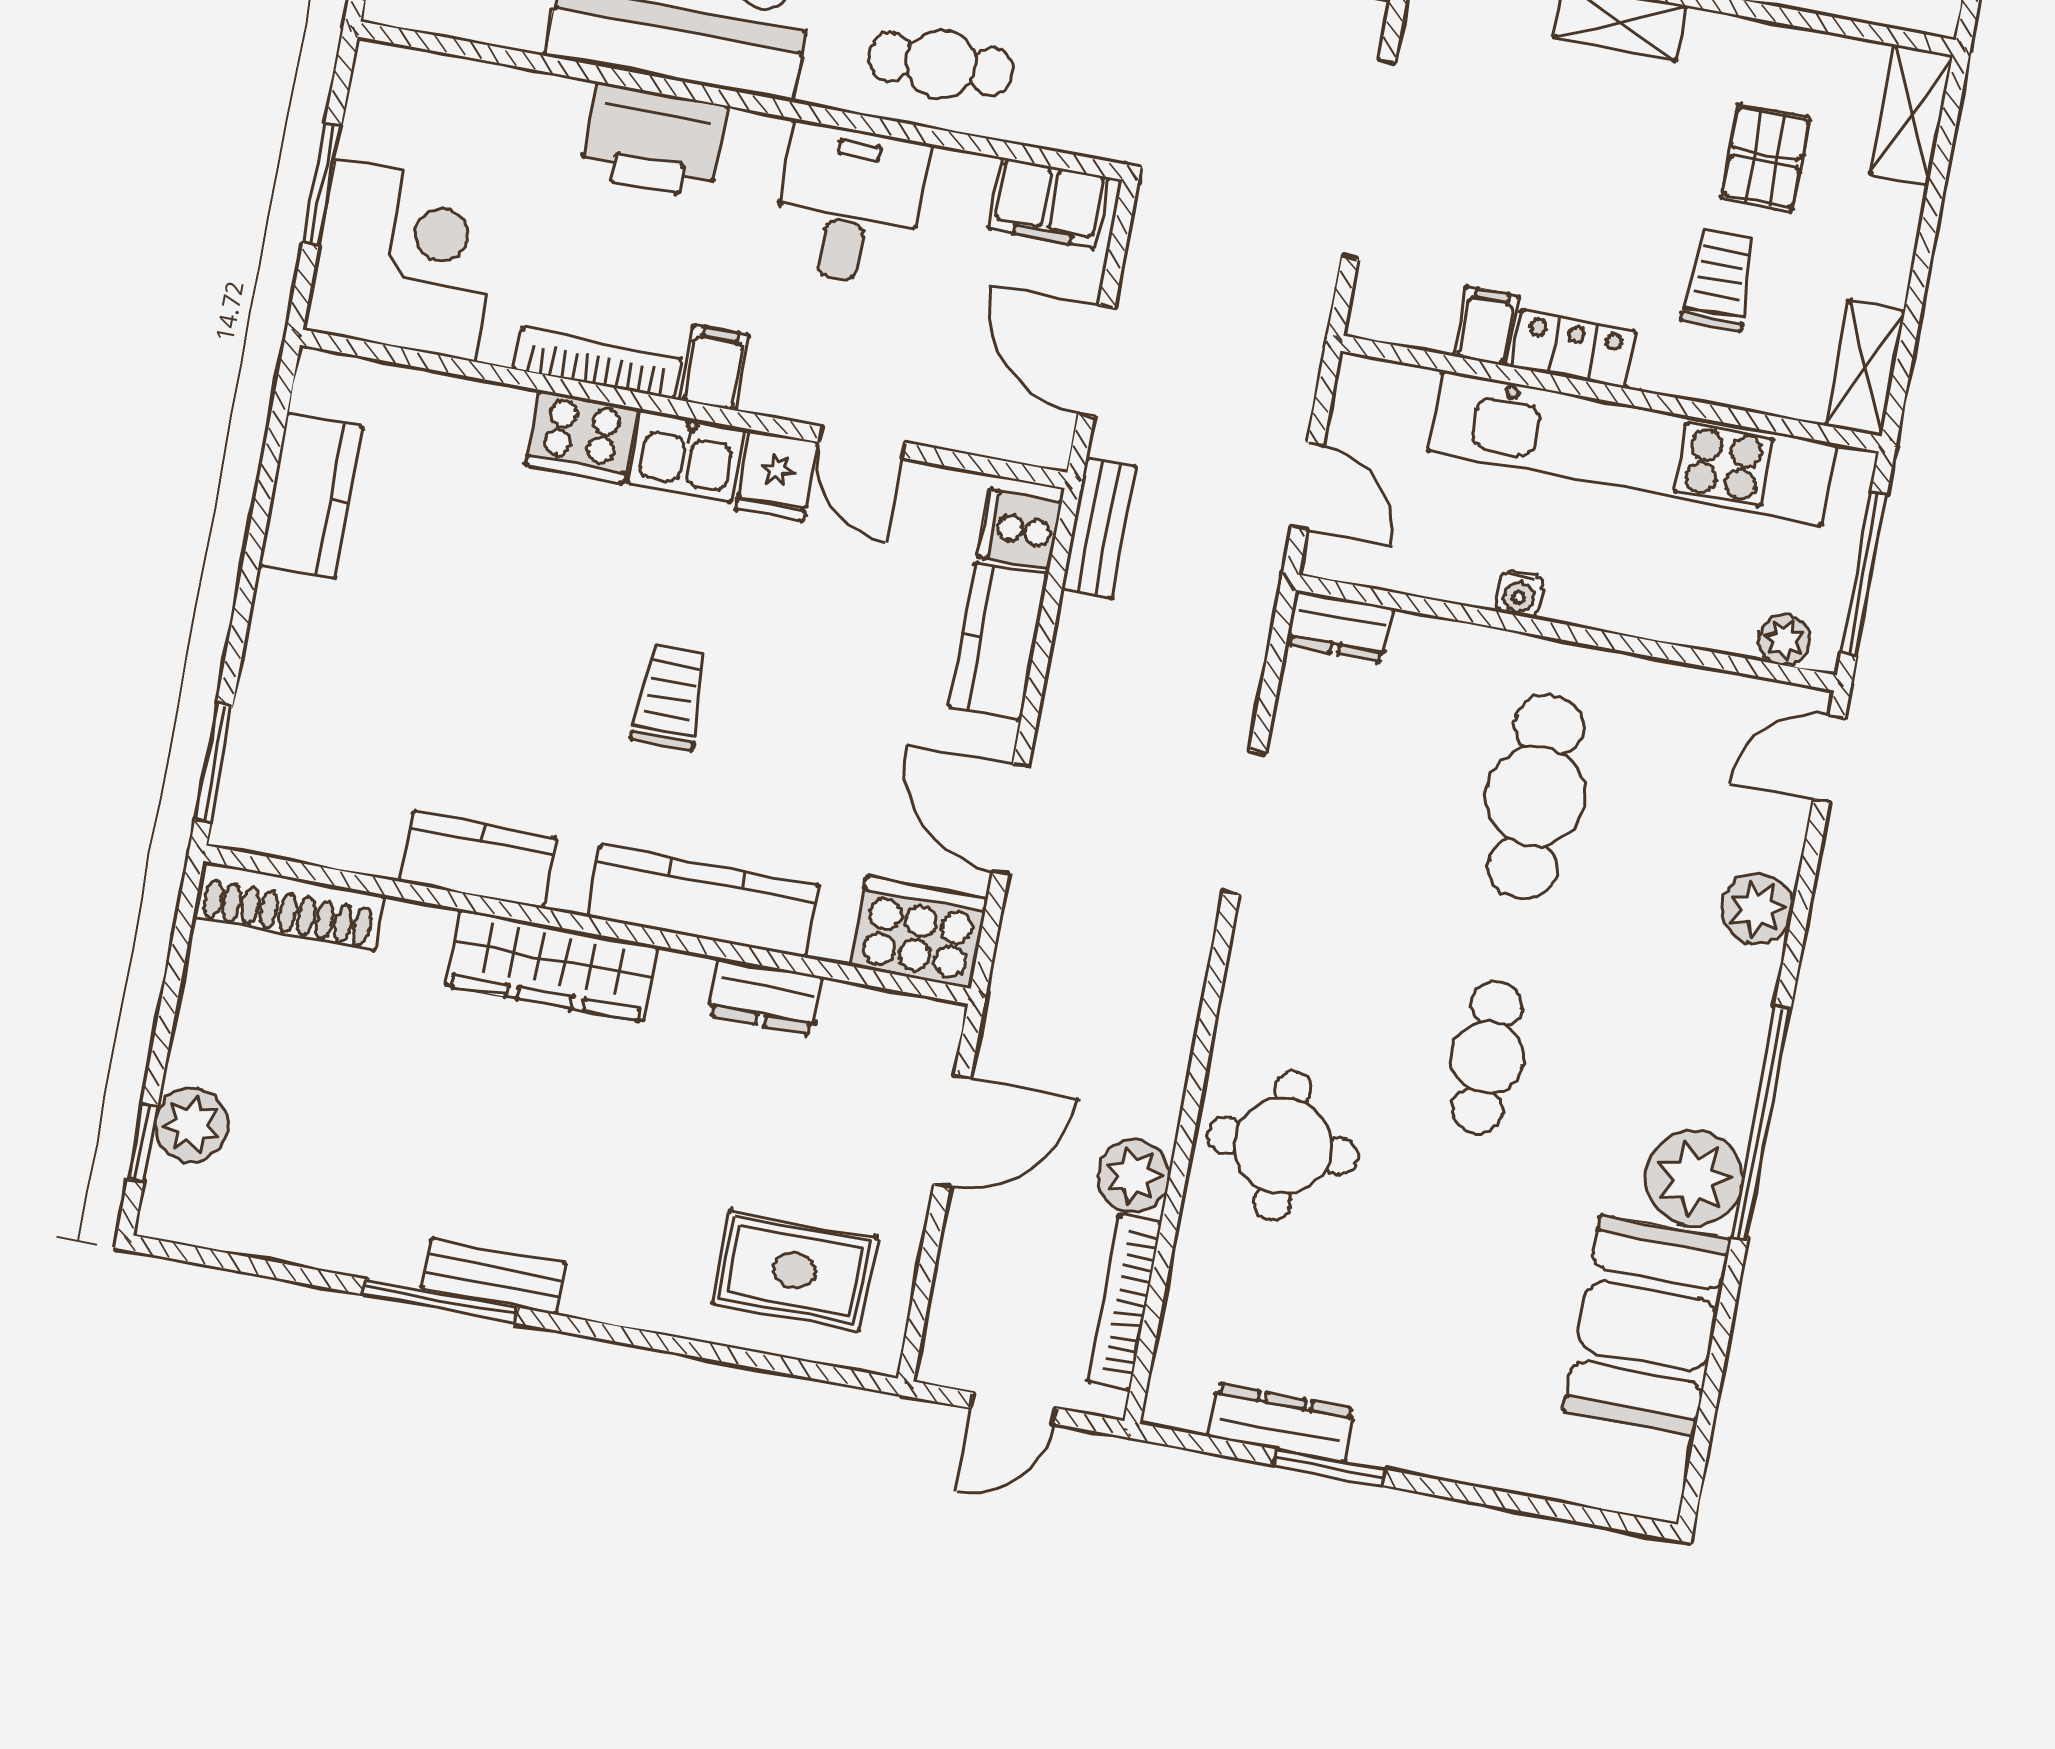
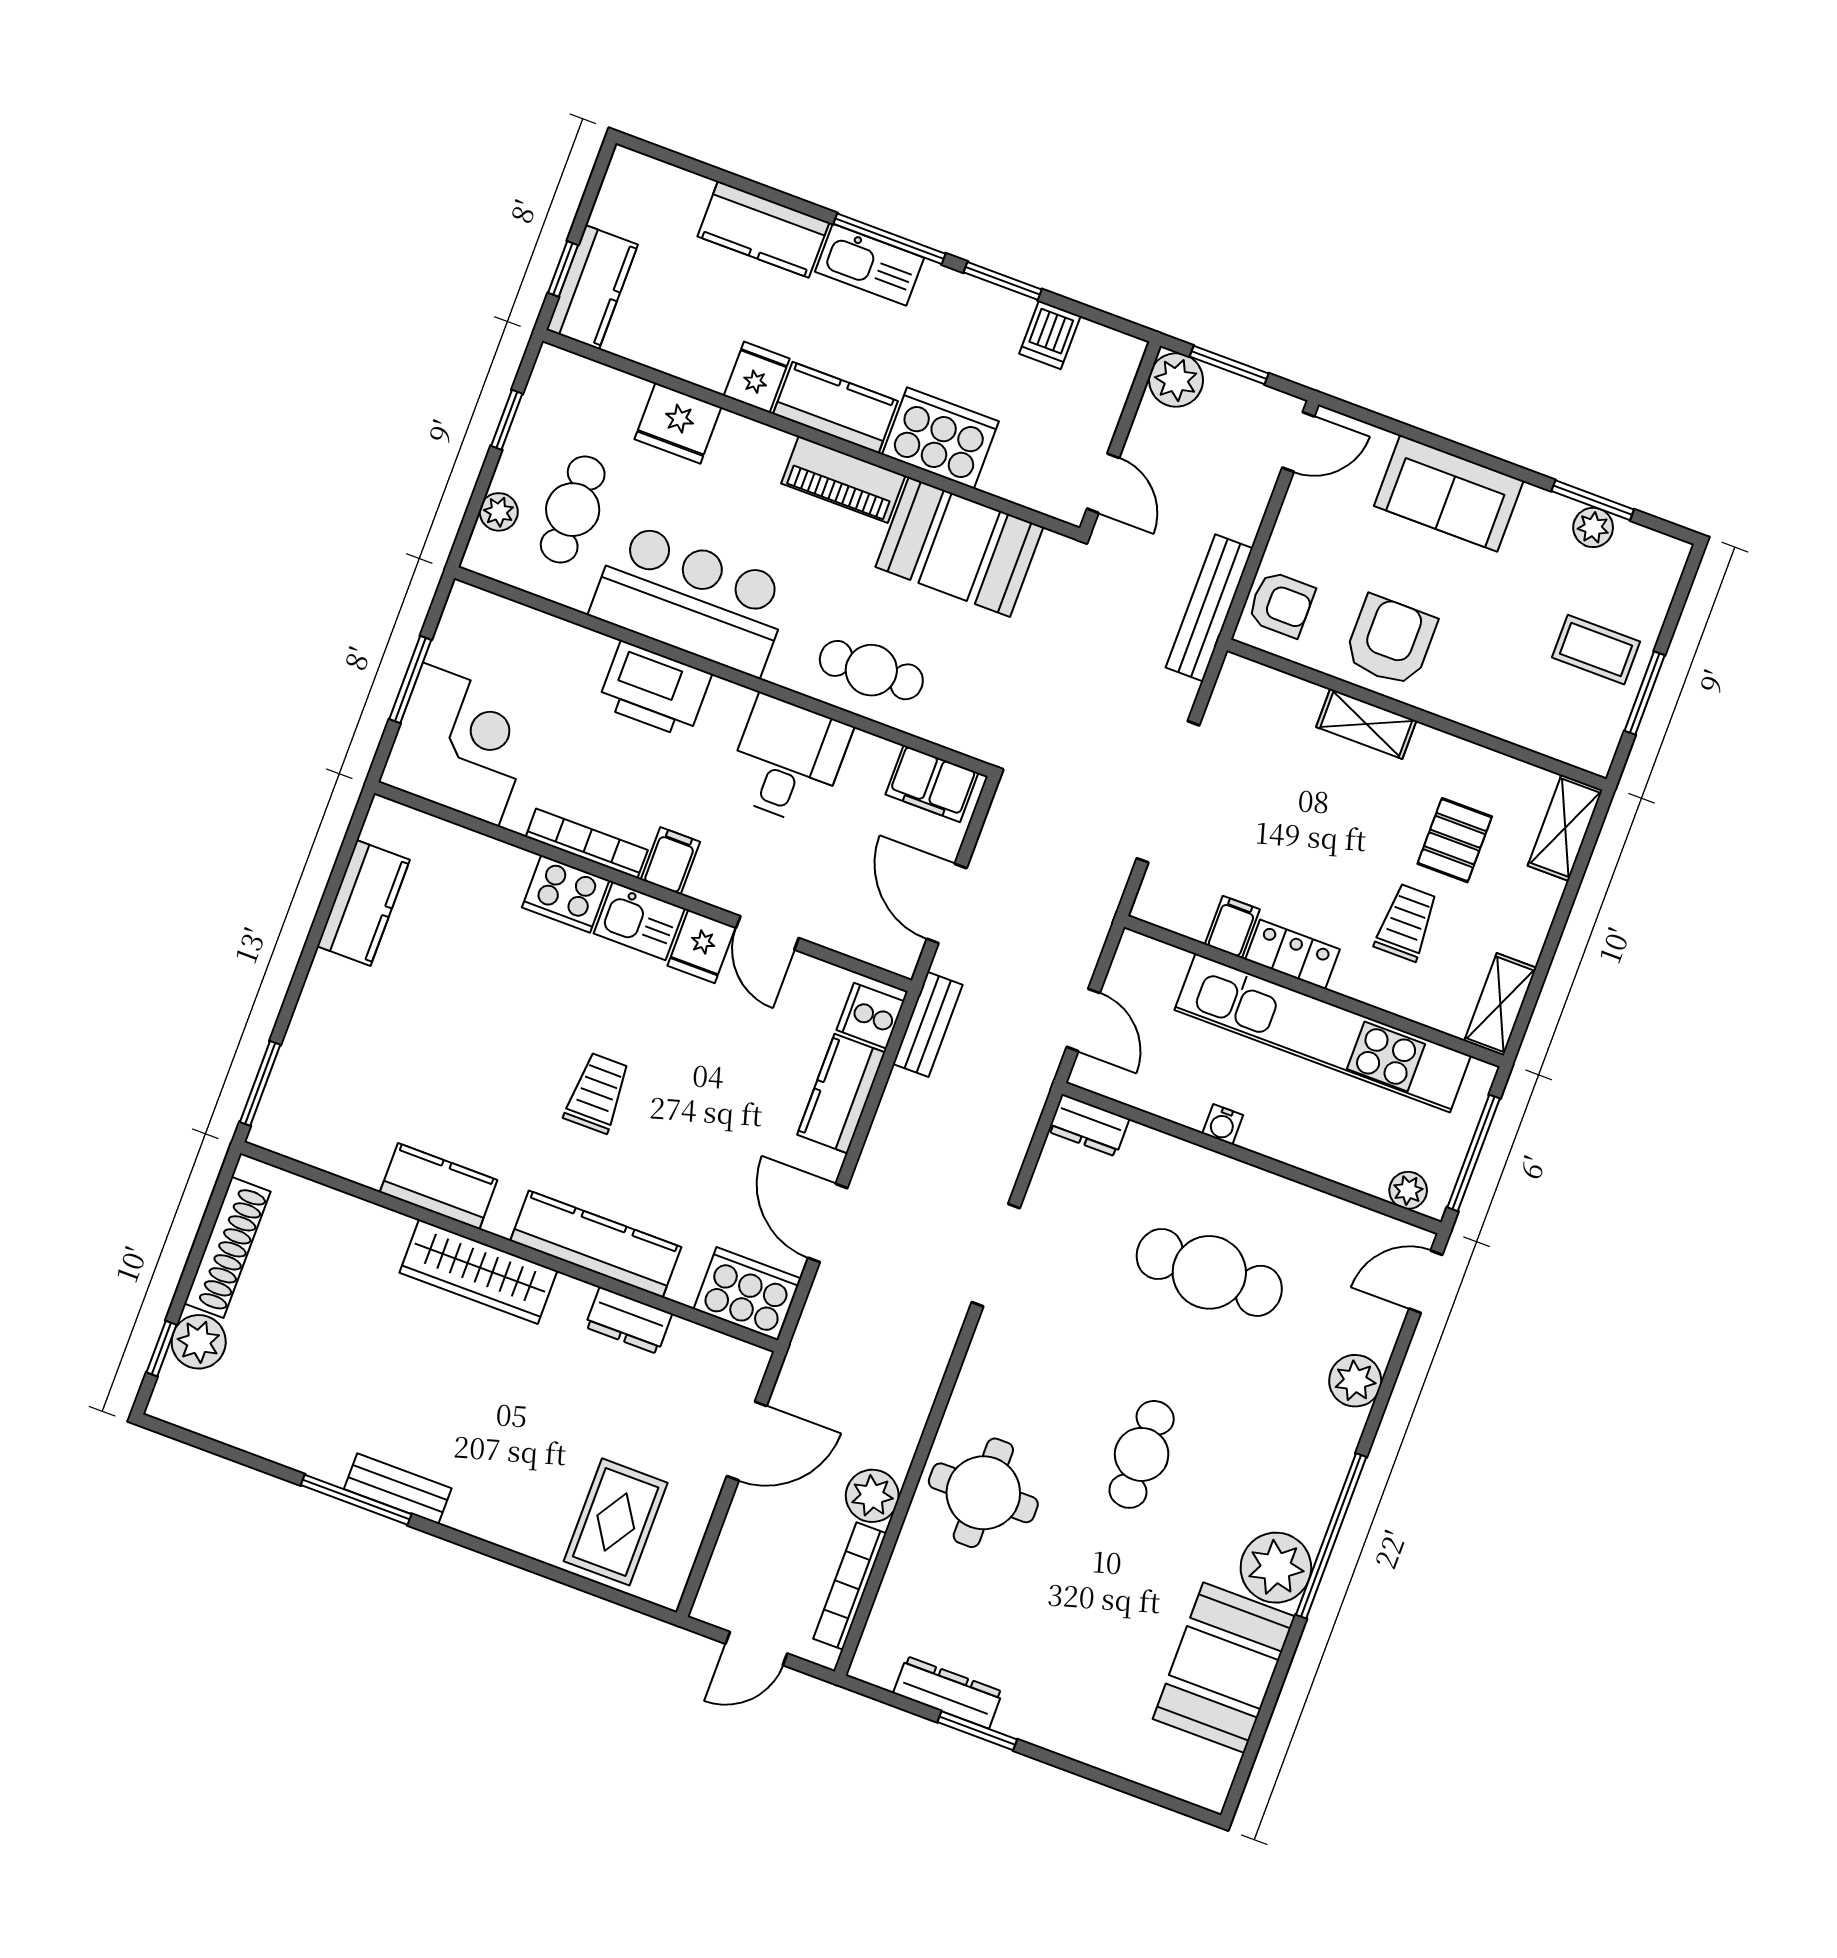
cafe table: (1536, 796) -> (1209, 1272), turned 90
shoe rack: (289, 906) -> (227, 1247), moved, turned -90
rug: (795, 1270) -> (616, 1522), turned 90

